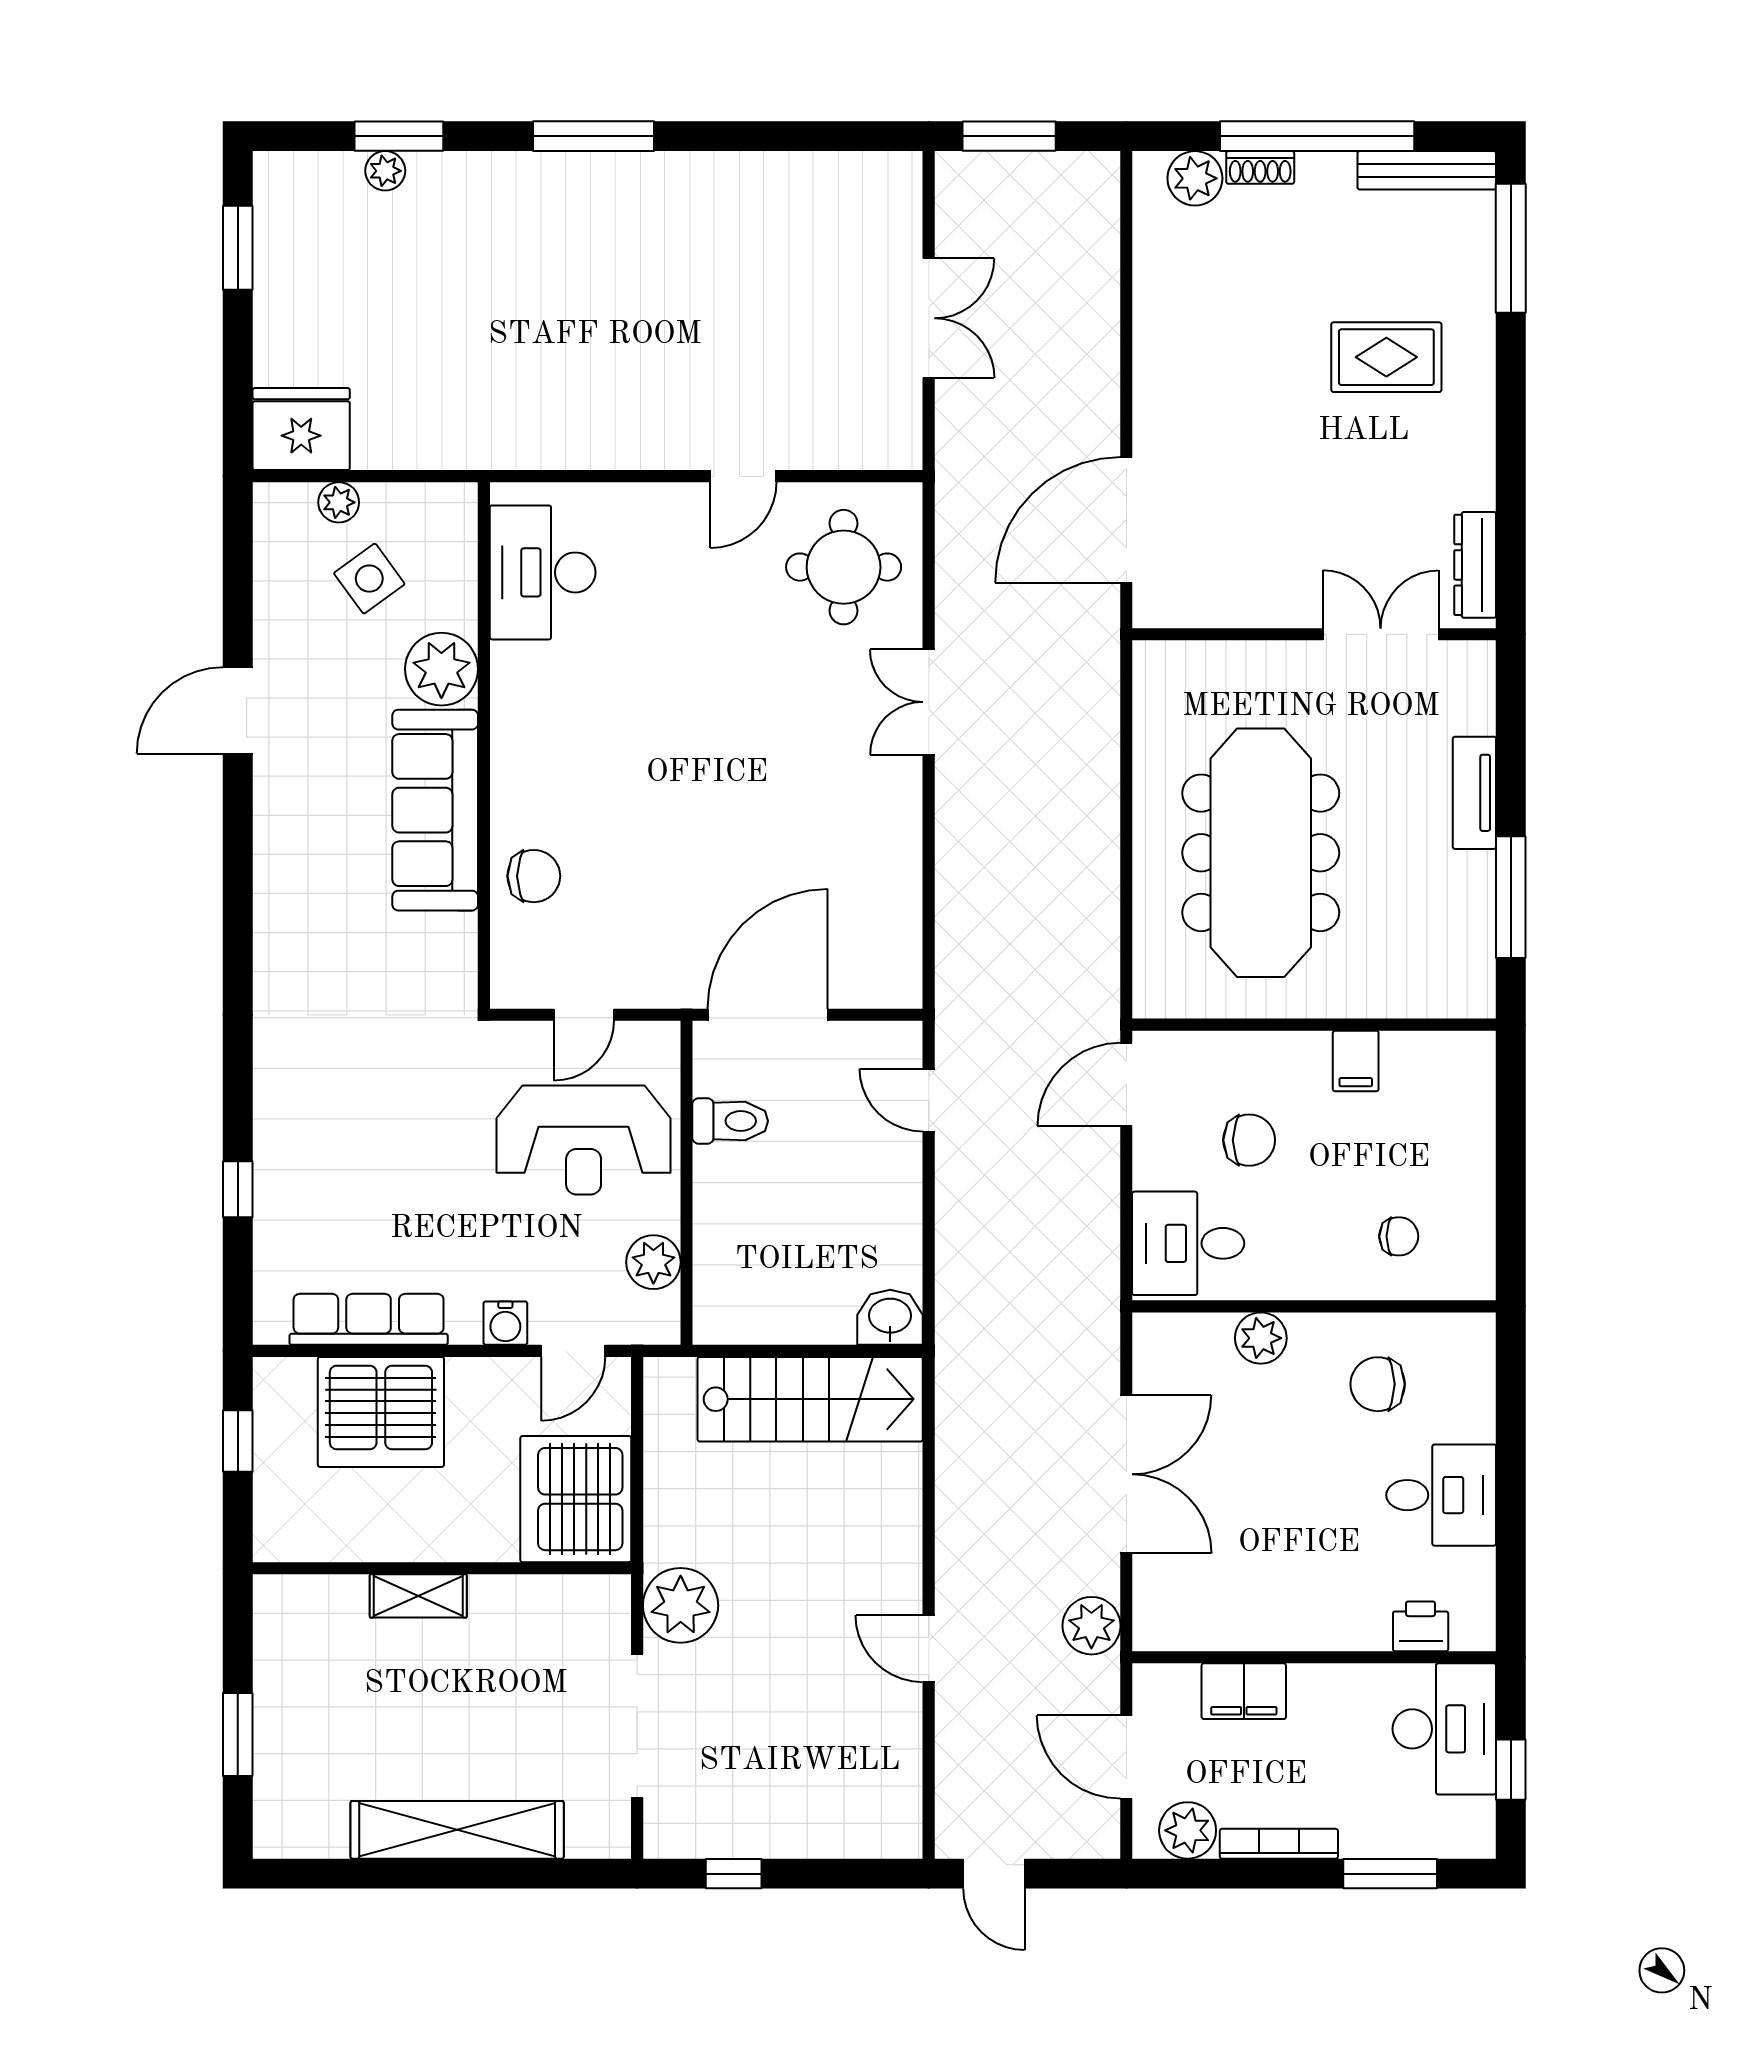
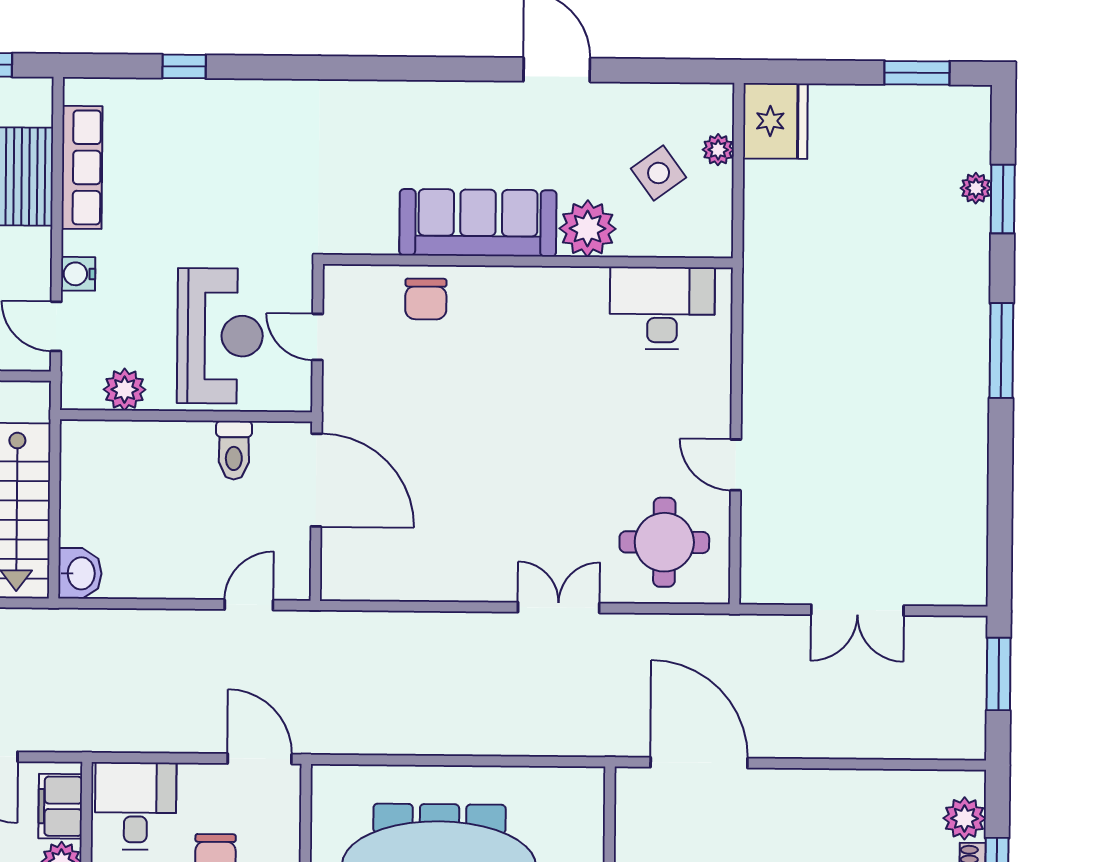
reception desk: (584, 1140) -> (220, 336), turned 180
filing cabinet: (1190, 1340) -> (60, 806), added

